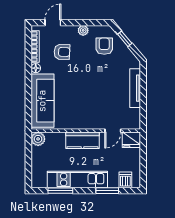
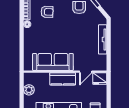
sofa: (42, 101) -> (53, 62), moved, turned -90
plant: (38, 139) -> (29, 90), moved

